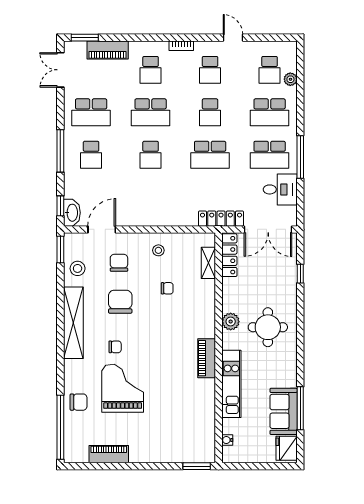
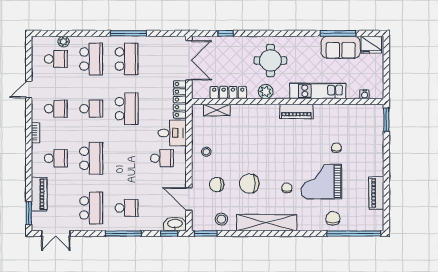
school desk: (151, 155) -> (162, 158), moved
desk: (280, 189) -> (172, 133), moved, turned 90
locker: (229, 255) -> (228, 93), moved
chair: (167, 288) -> (336, 148), moved

